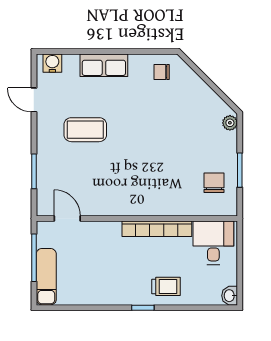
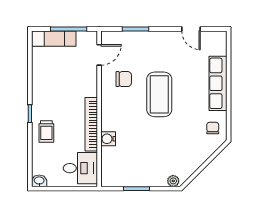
water cooler: (52, 63) -> (108, 139), moved, turned 180
row of seats: (104, 65) -> (218, 83), width x1.48
door: (34, 100) -> (191, 29), swing flipped
coffee table: (85, 130) -> (159, 94), moved, width x1.36, depth x1.32
chair: (214, 183) -> (124, 79), moved

